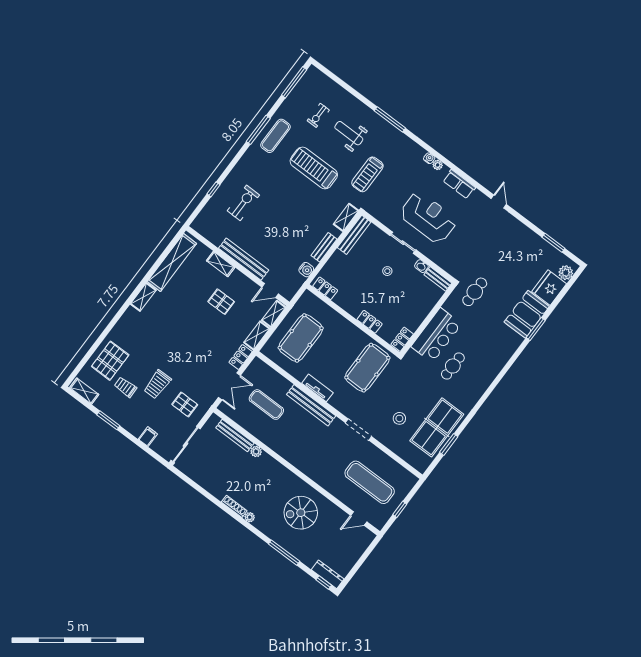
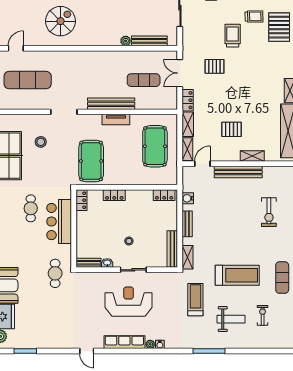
row of seats: (459, 184) -> (124, 342), width x1.48
reception desk: (428, 217) -> (129, 302), turned 180
pallet: (185, 404) -> (215, 66), moved

